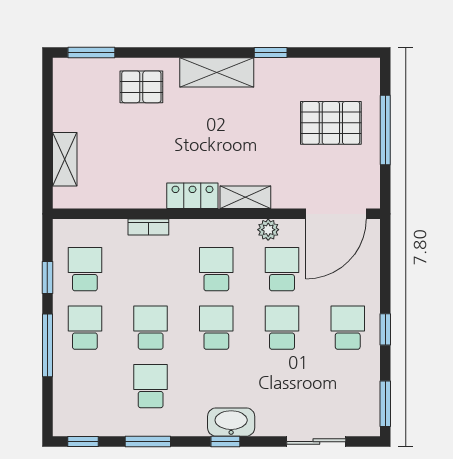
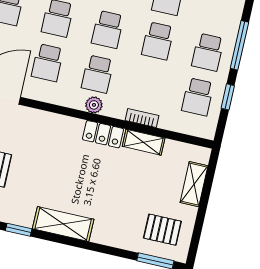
pallet: (141, 87) -> (162, 230), moved
shelving: (245, 197) -> (144, 142), moved
plant: (268, 230) -> (94, 105), moved

